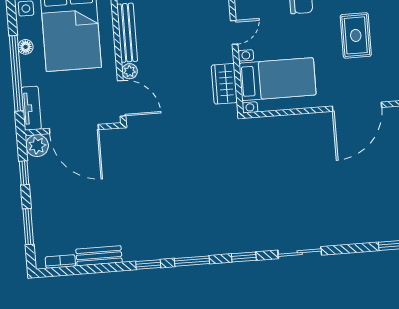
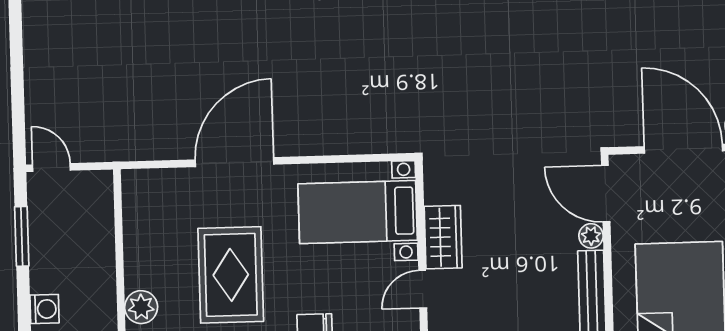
rug: (356, 35) -> (231, 275), width x1.36, depth x1.43
wardrobe: (224, 84) -> (443, 237), moved

